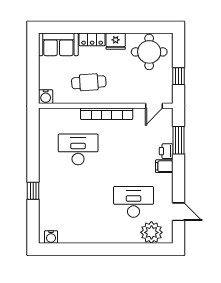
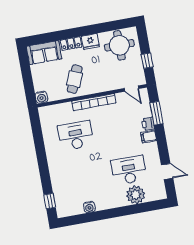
cafe table: (89, 82) -> (75, 79), turned -63
door: (154, 106) -> (131, 89), hinge flipped
window: (33, 191) -> (50, 201), moved
plant: (151, 232) -> (136, 195), moved
water cooler: (51, 237) -> (89, 207), moved

